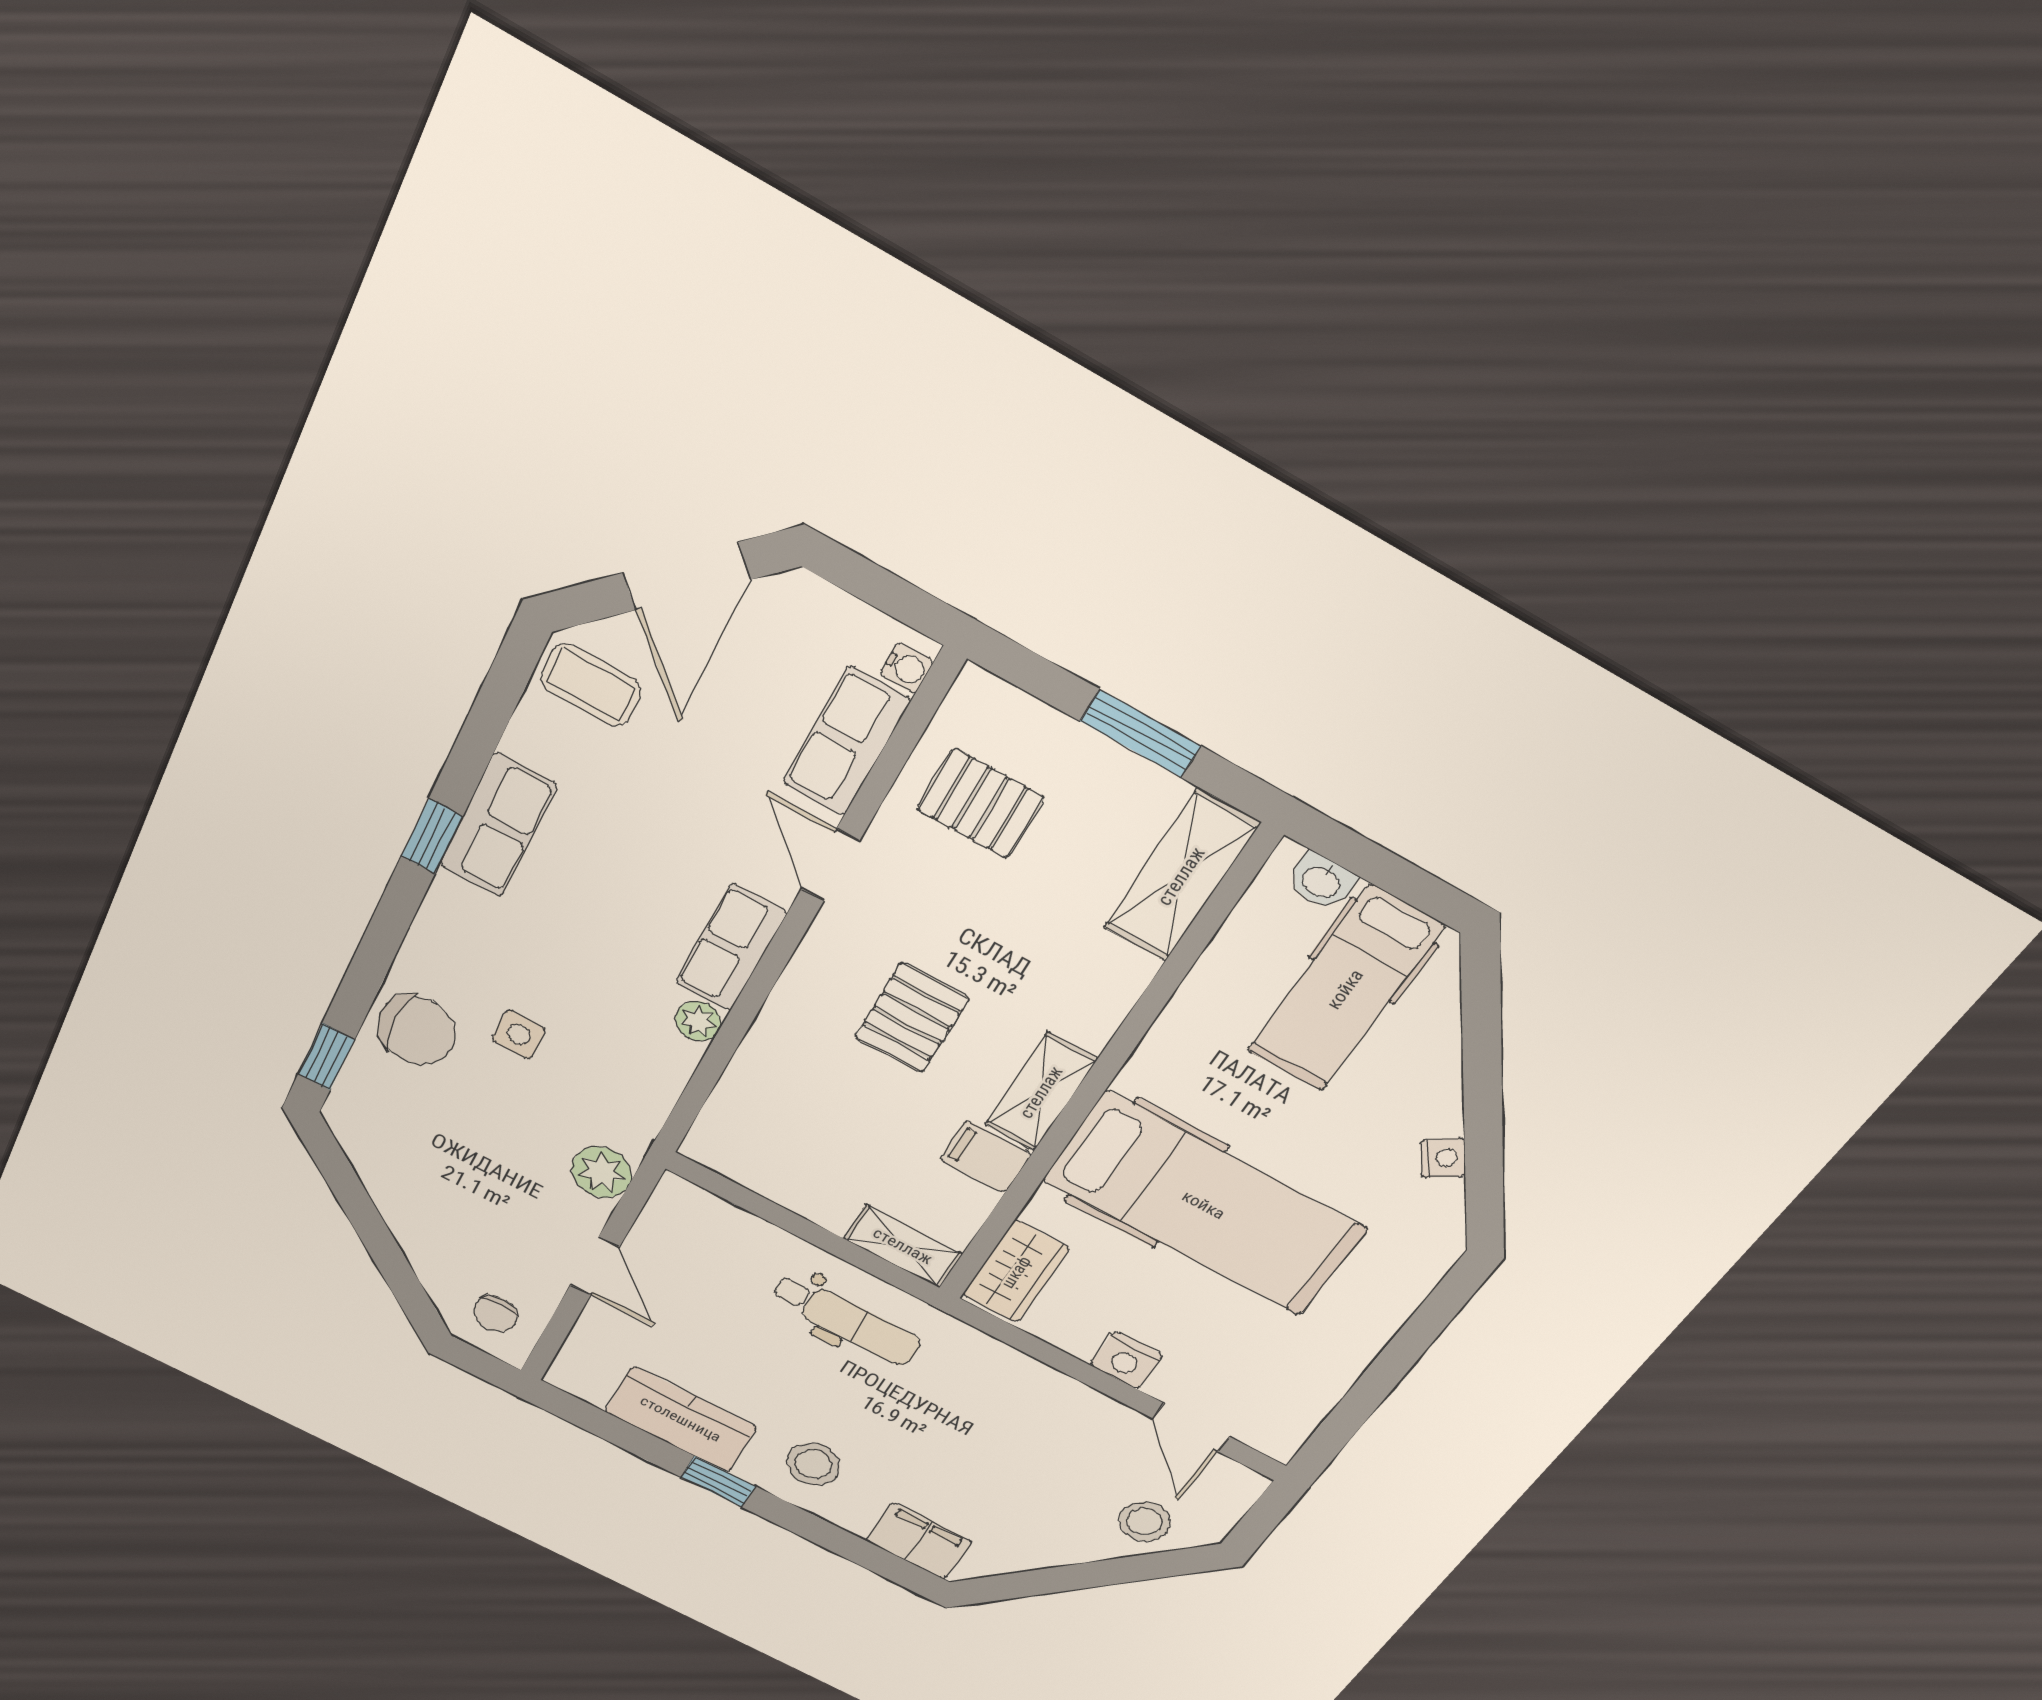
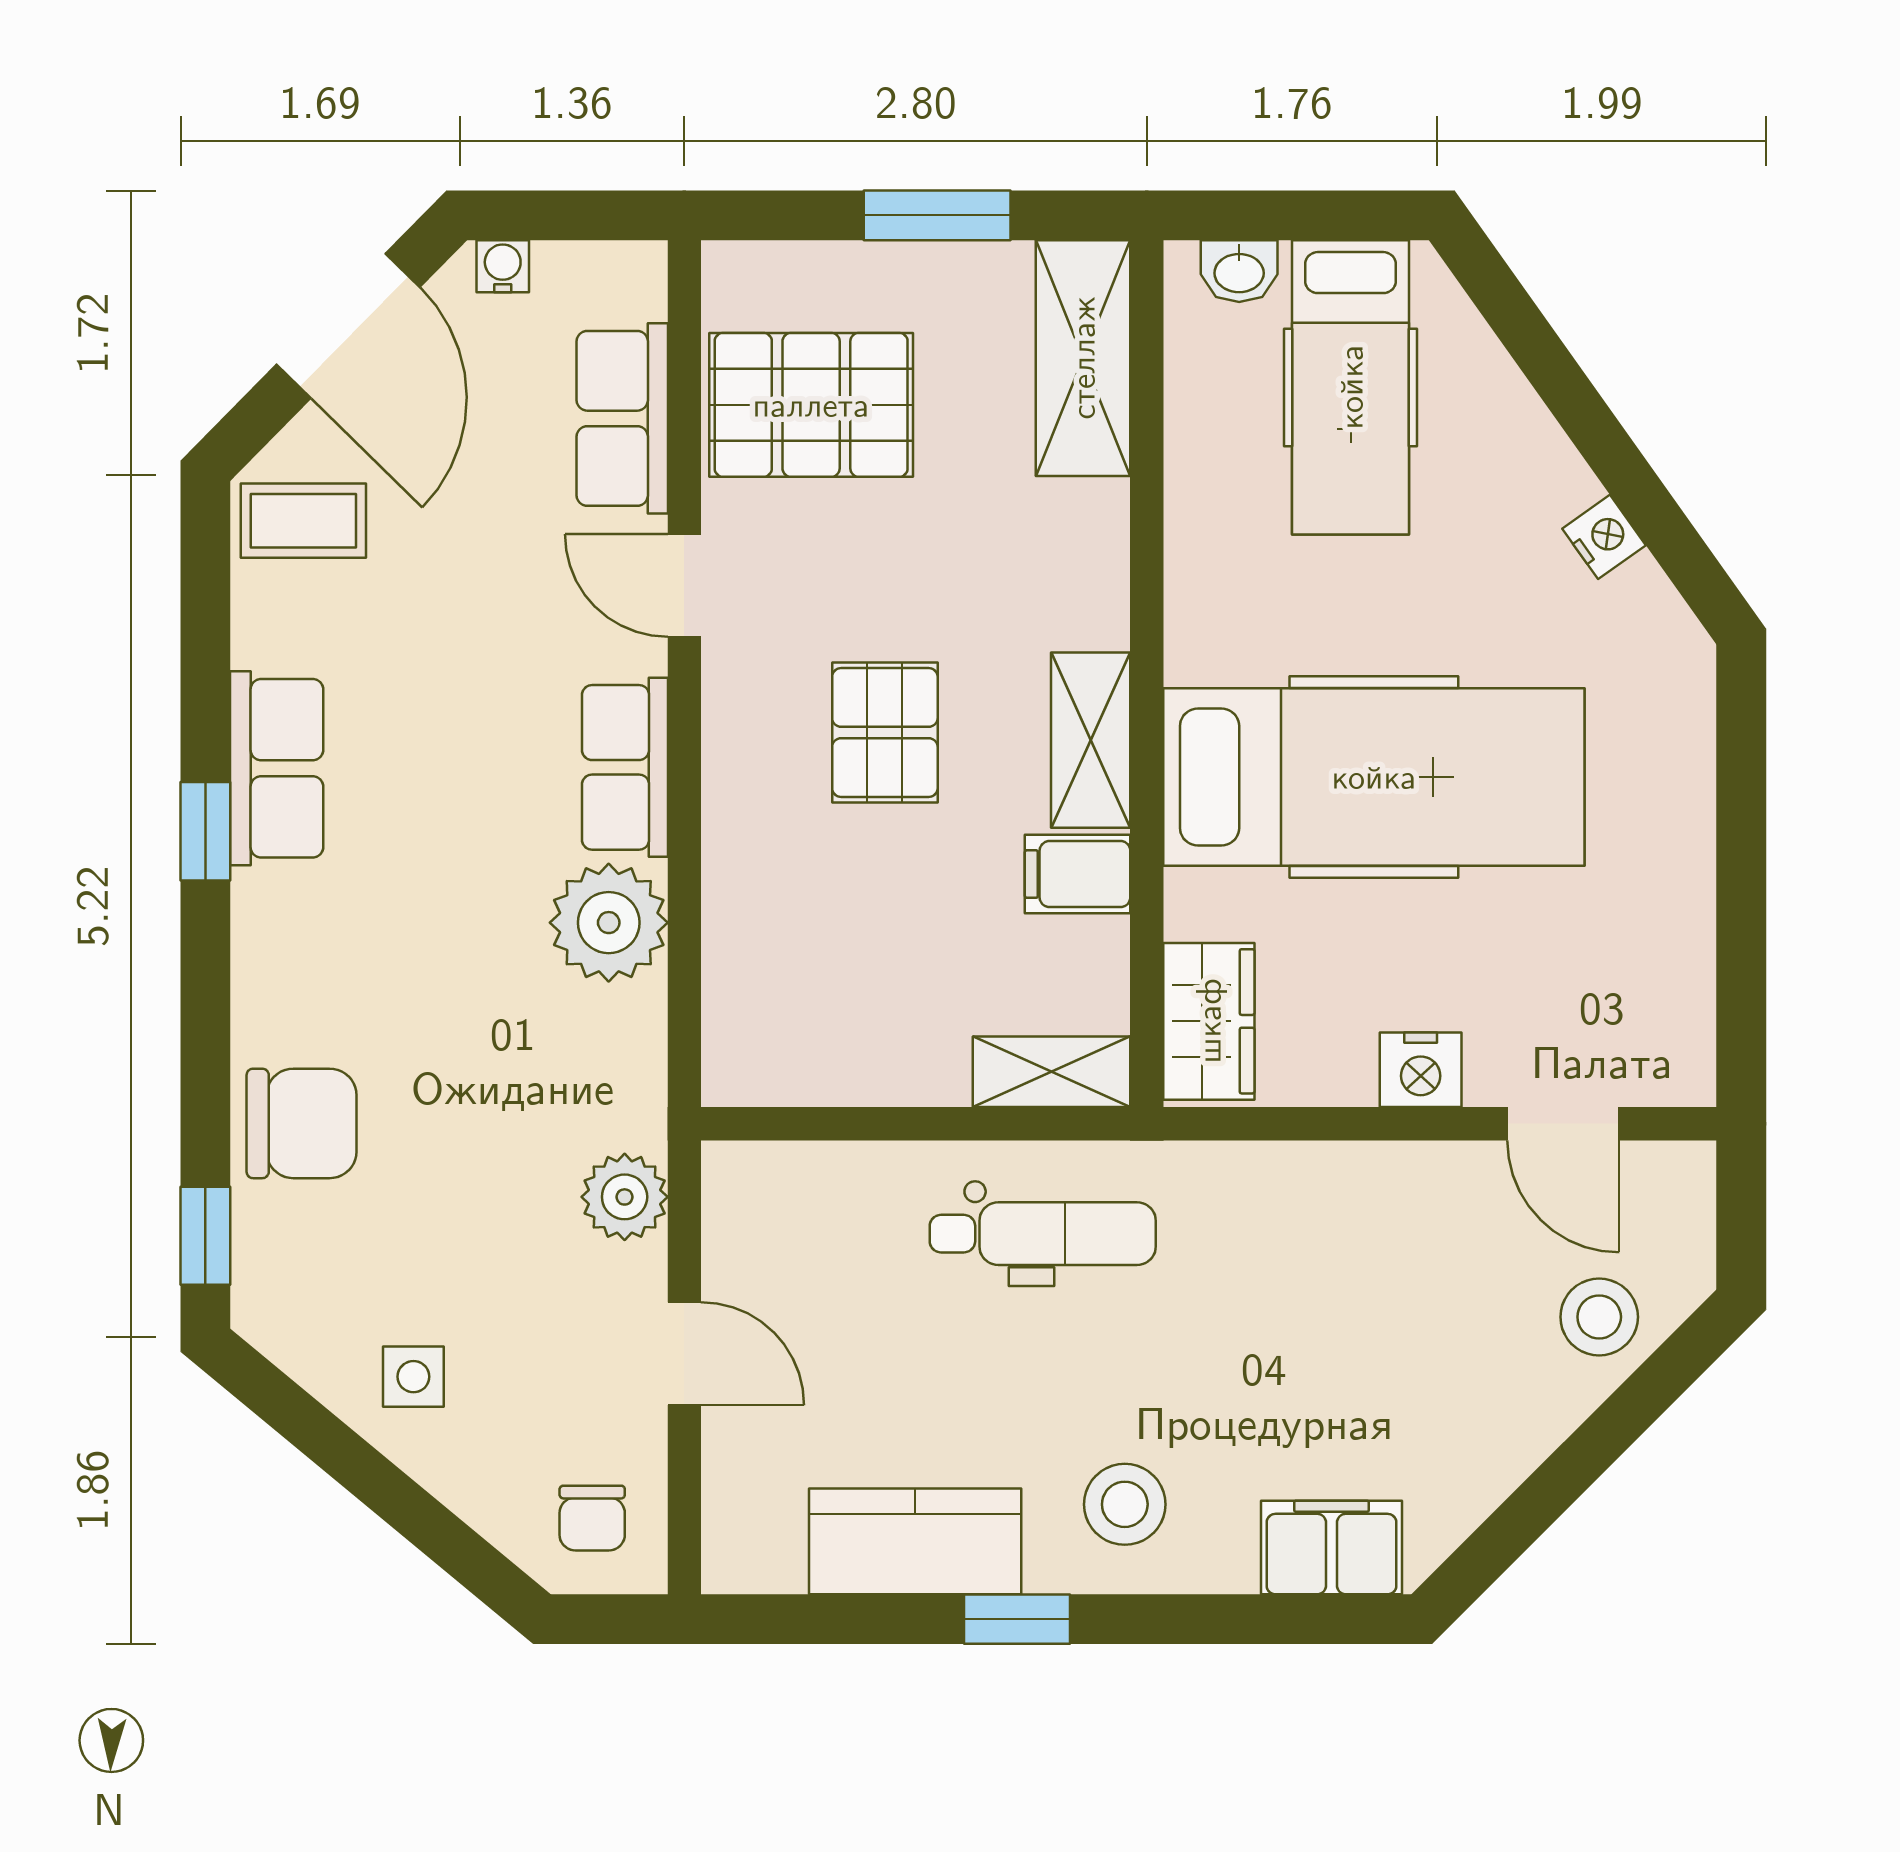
water cooler: (907, 668) -> (503, 266), moved, turned -90
pallet: (981, 803) -> (811, 405), width x1.50, depth x1.42
plant: (698, 1021) -> (609, 923), width x1.87, depth x1.87
side table: (519, 1034) -> (413, 1377), moved

